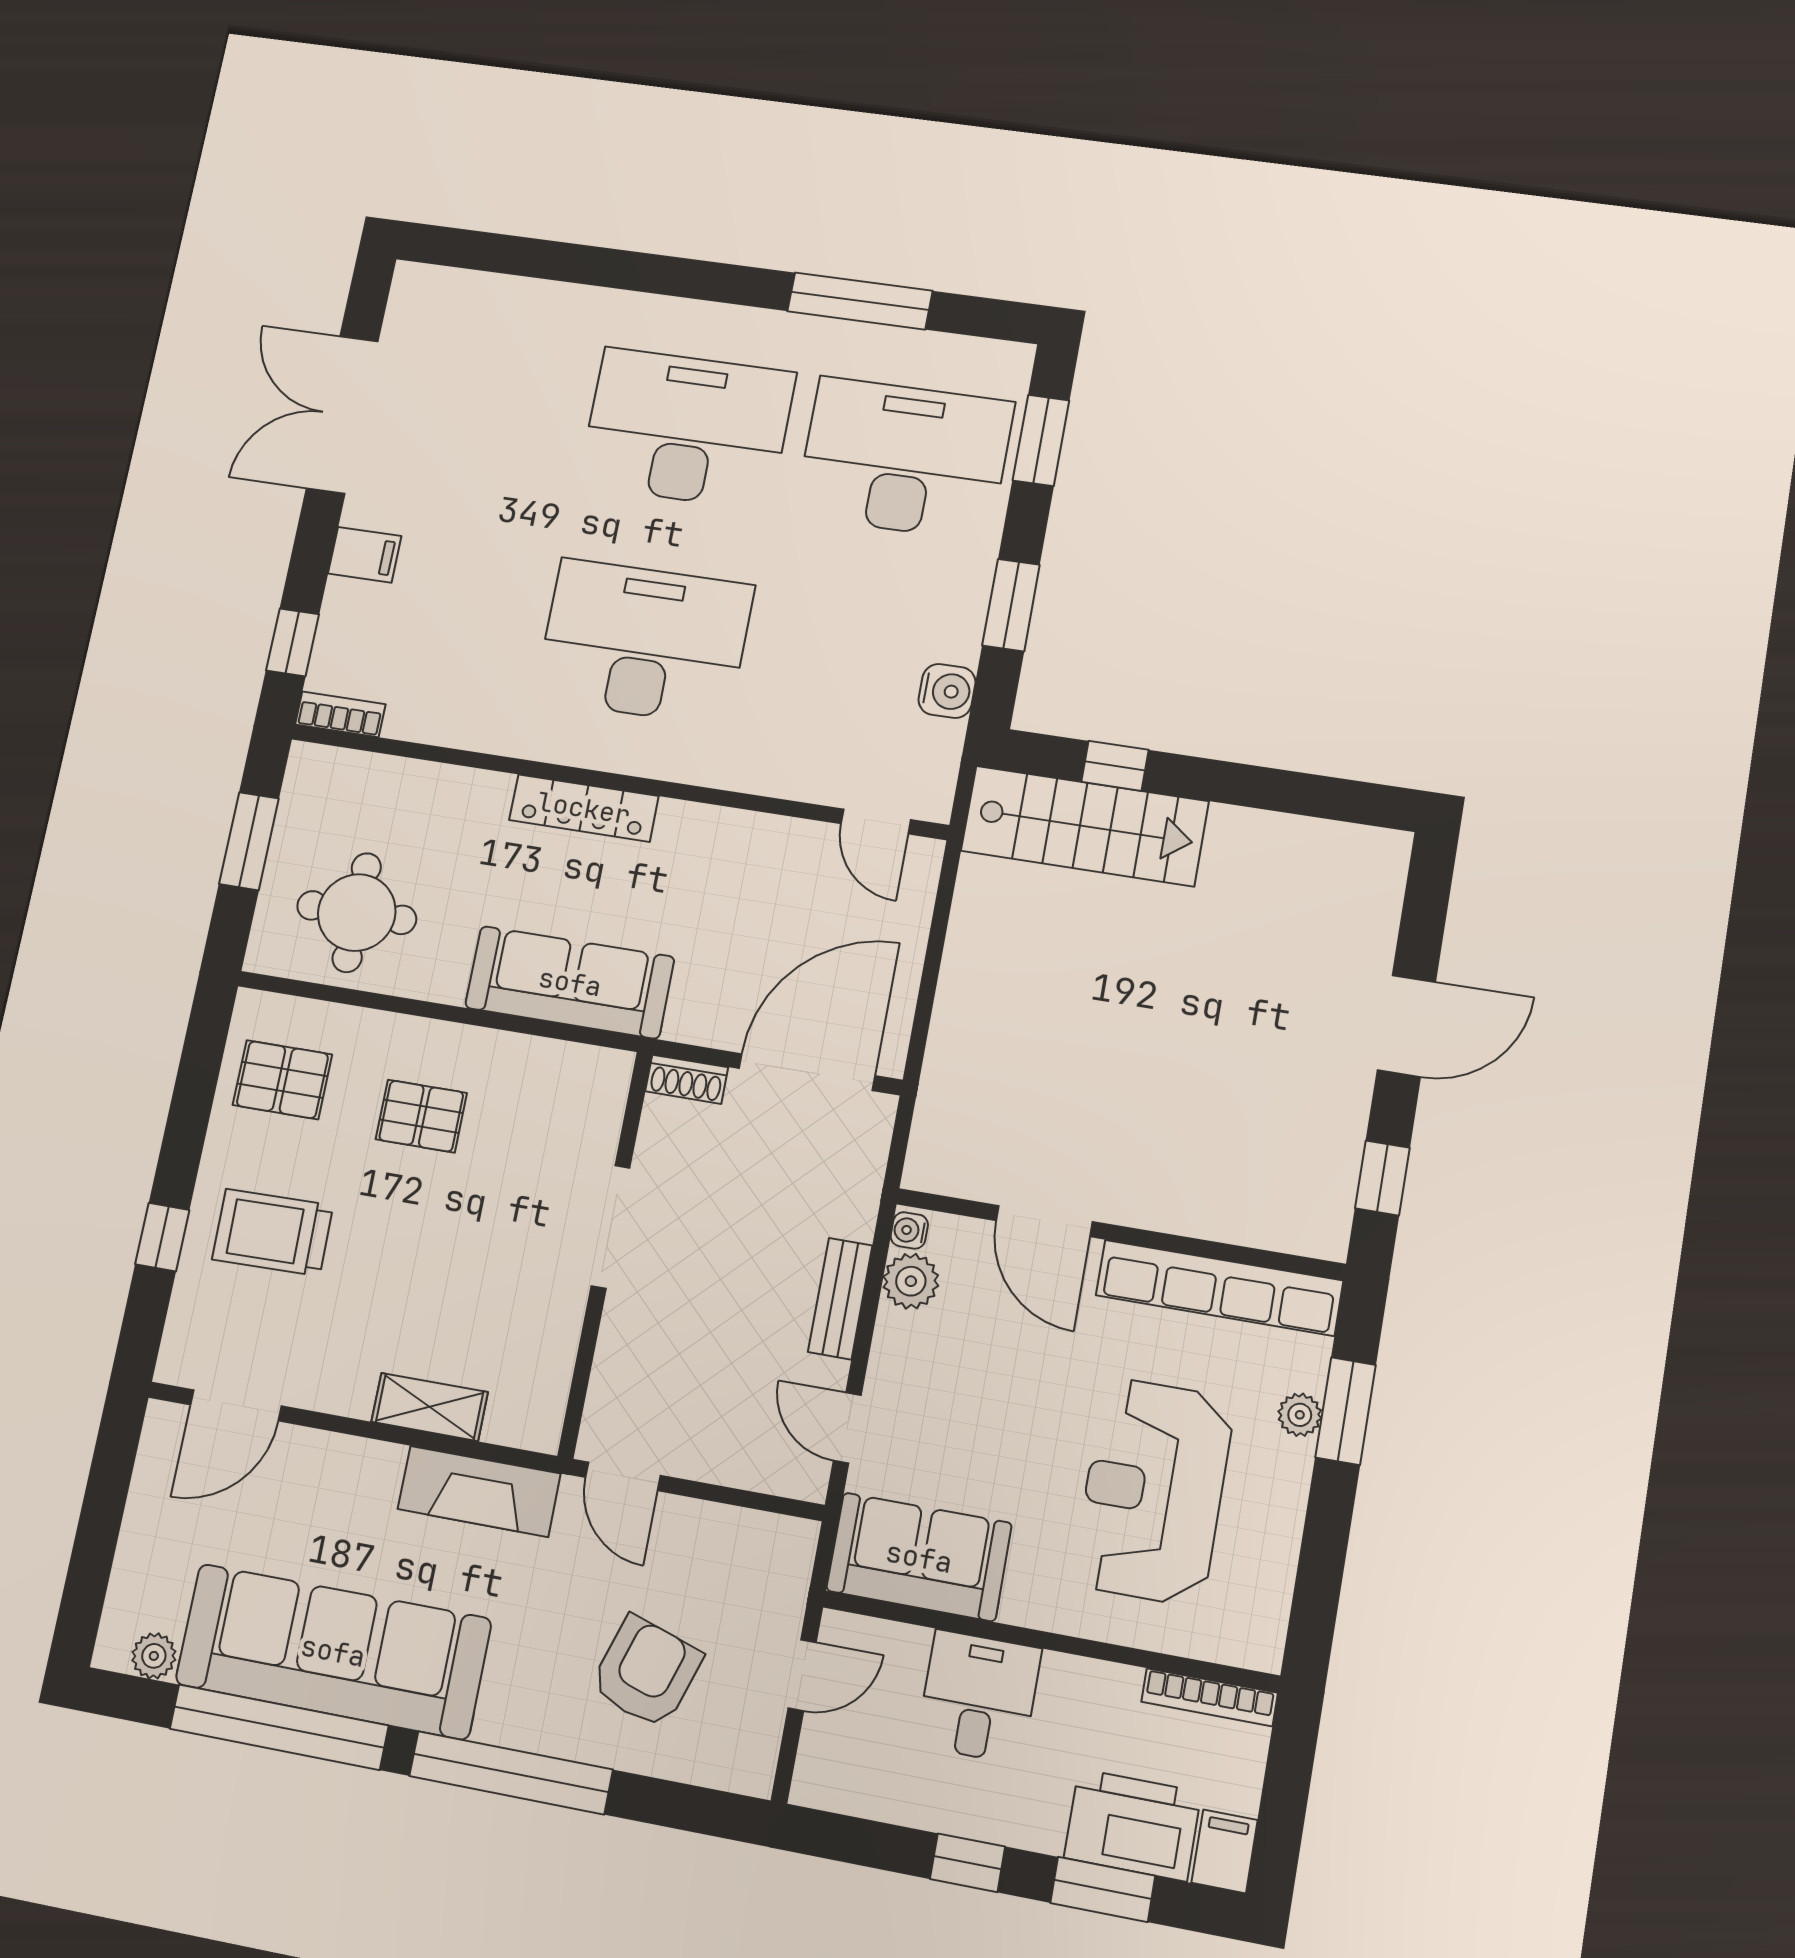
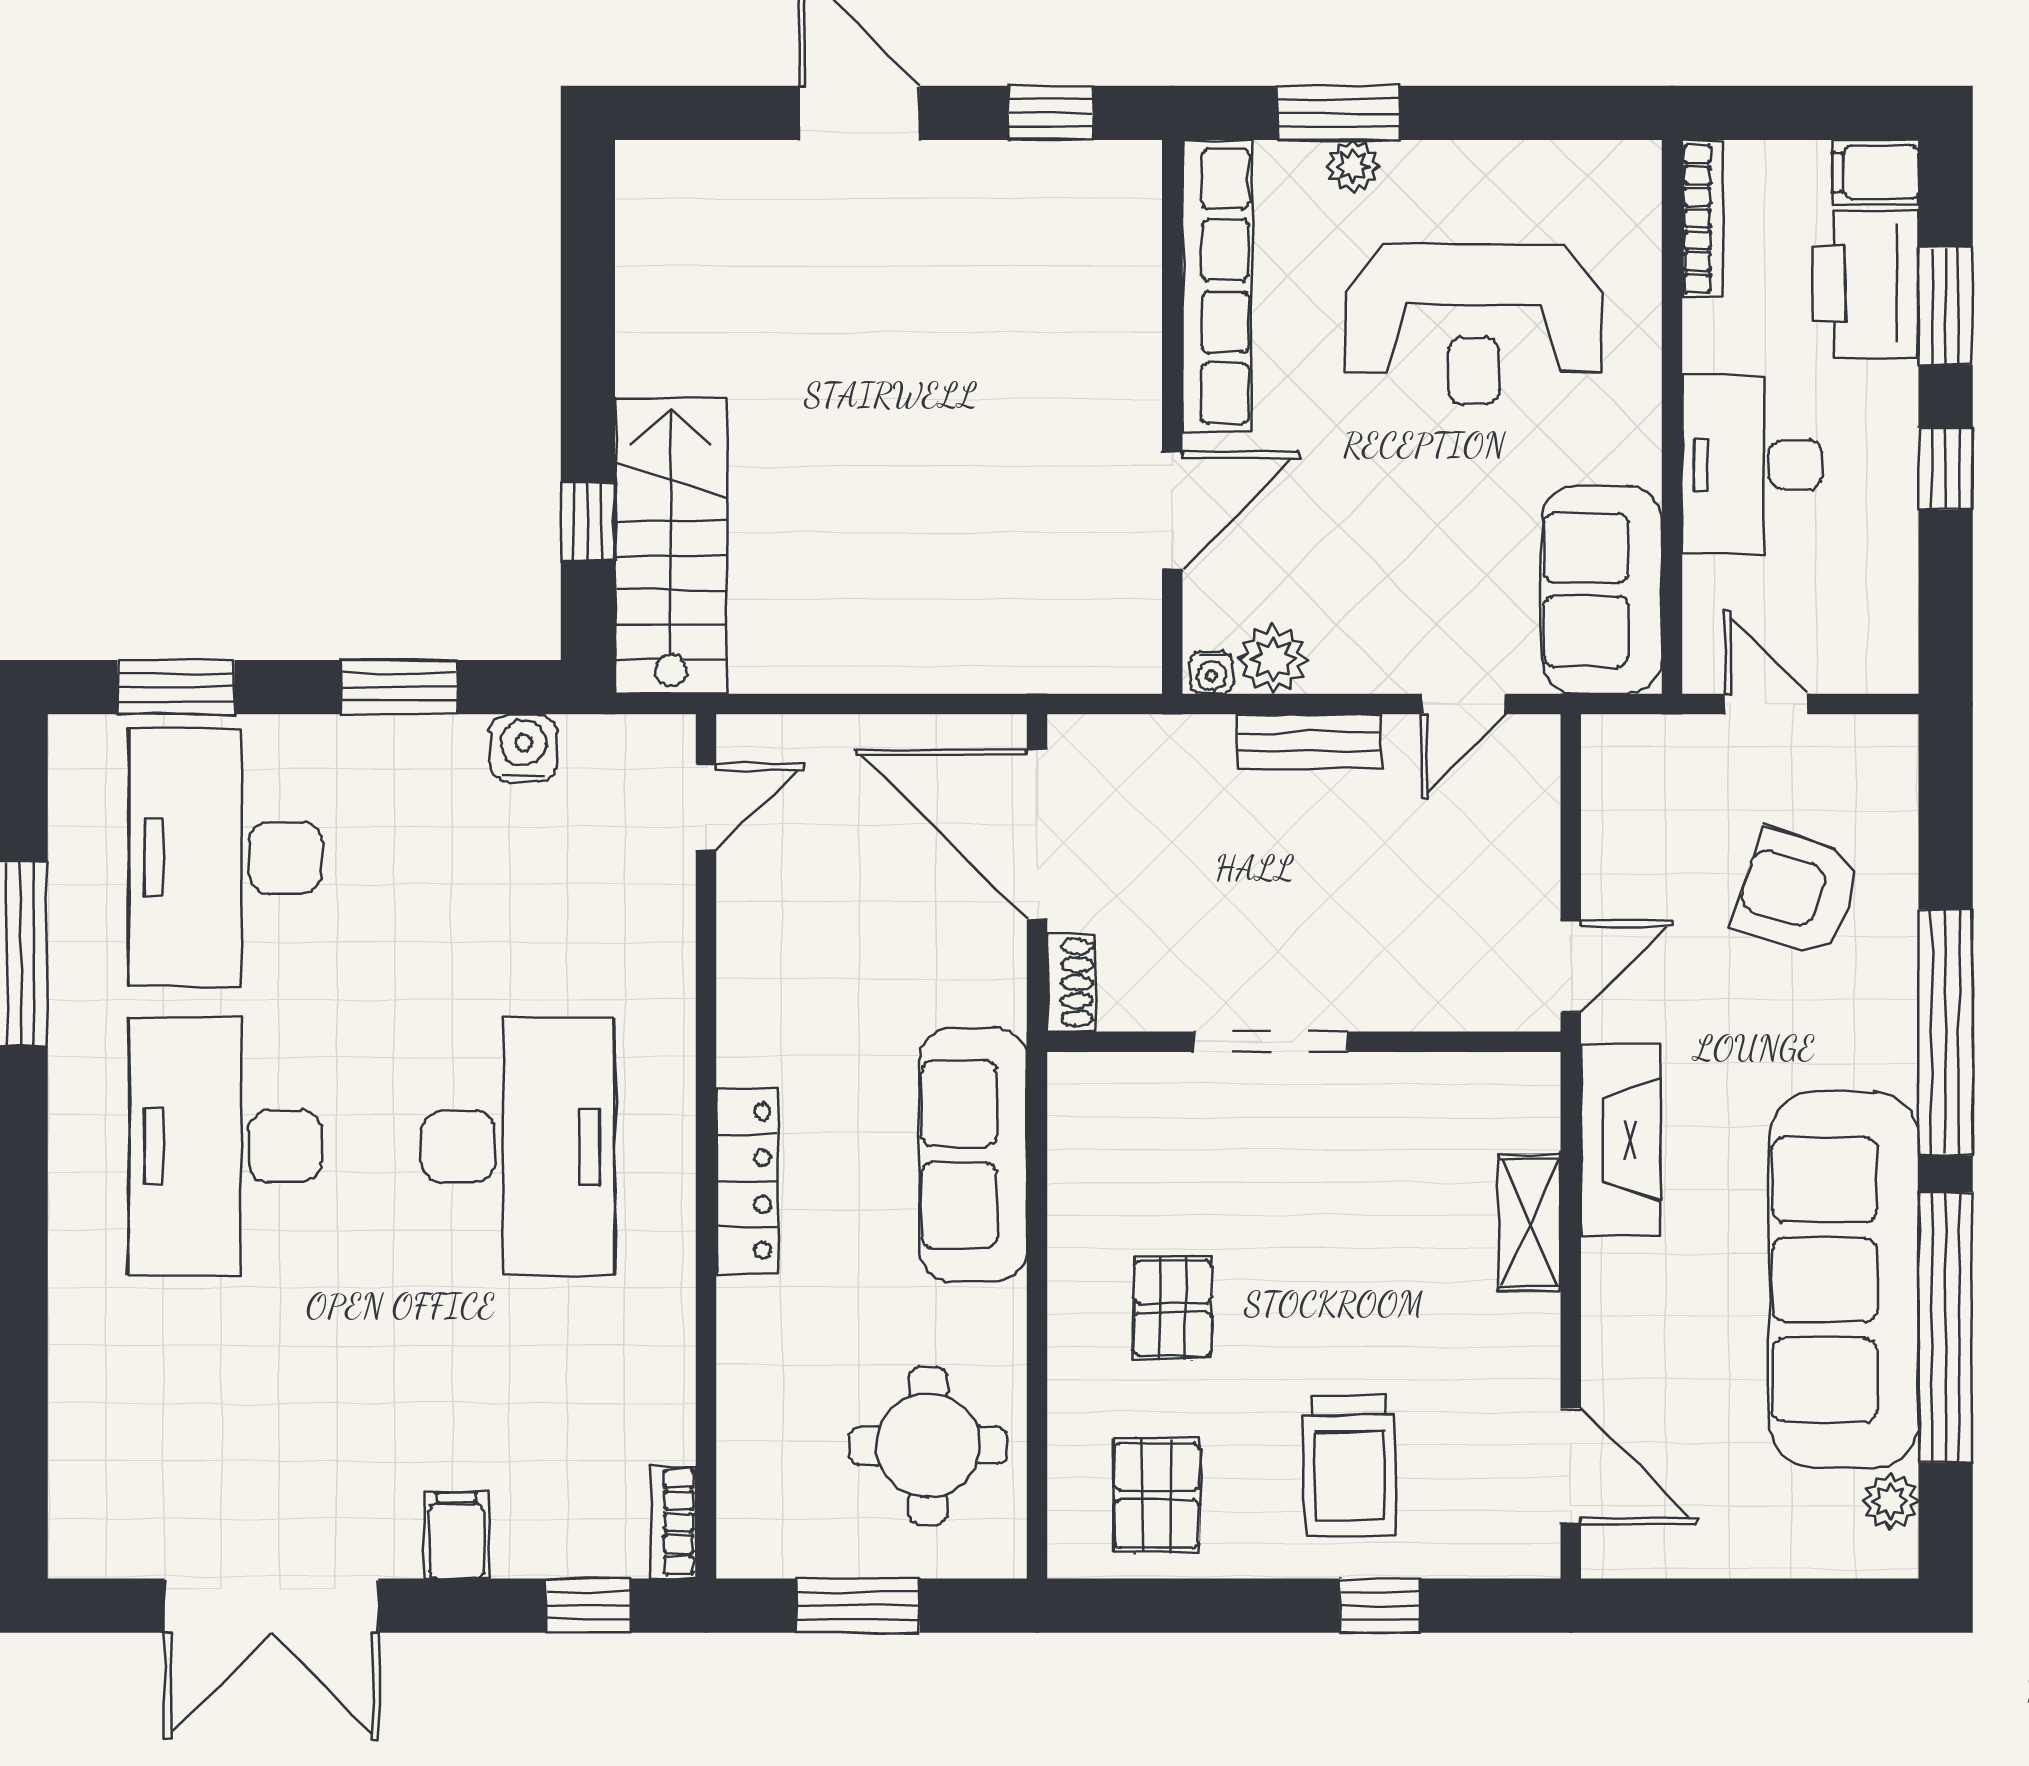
desk: (644, 642) -> (518, 1146), turned 180
desk: (979, 1697) -> (1752, 465), width x1.37

